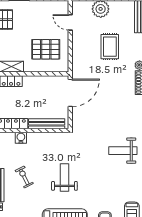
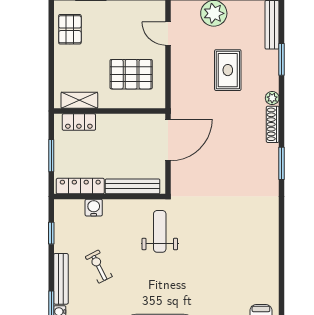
weight bench: (123, 151) -> (247, 227), removed
weight bench: (64, 178) -> (160, 231), moved

